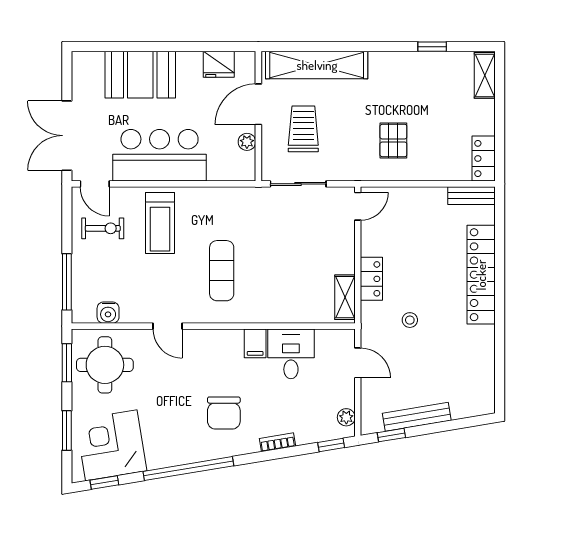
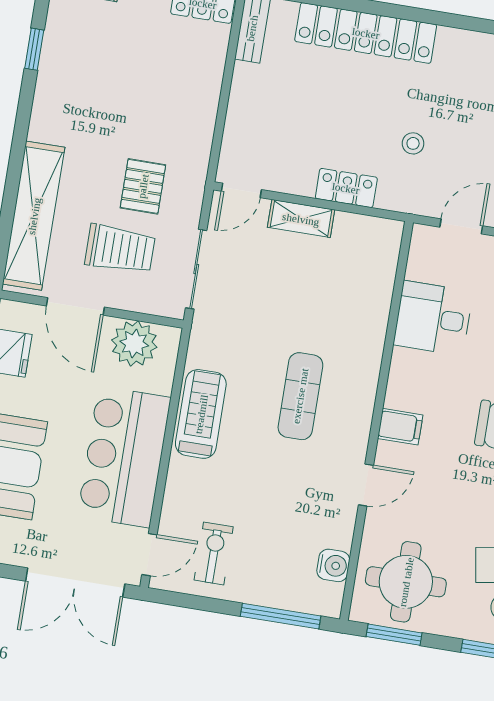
trolley: (303, 129) -> (120, 249), turned 180
pallet: (393, 140) -> (143, 186), moved, turned 90
plant: (247, 142) -> (134, 344), width x1.88, depth x1.88
door: (358, 206) -> (241, 190), swing flipped
treadmill: (160, 223) -> (201, 414), moved, turned -90
exercise mat: (222, 271) -> (300, 396), turned 90
shelving: (345, 297) -> (301, 219), moved
filing cabinet: (255, 343) -> (400, 427), moved

